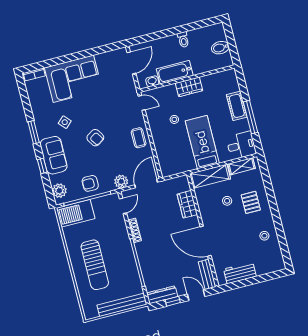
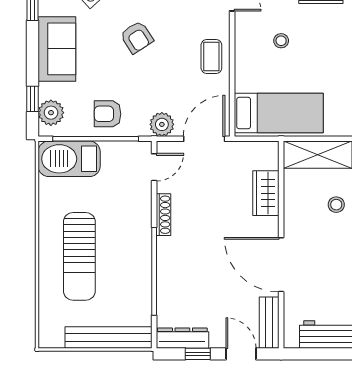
bed: (202, 142) -> (279, 113), moved, turned 90
window: (42, 166) -> (33, 99), moved

